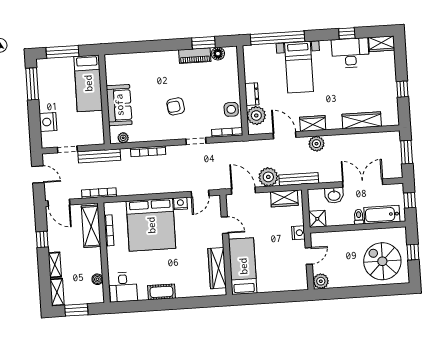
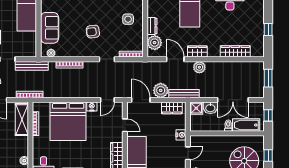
side table: (231, 109) -> (128, 19), moved
double door: (363, 183) -> (233, 100), swing flipped
shower: (317, 219) -> (196, 108), moved

